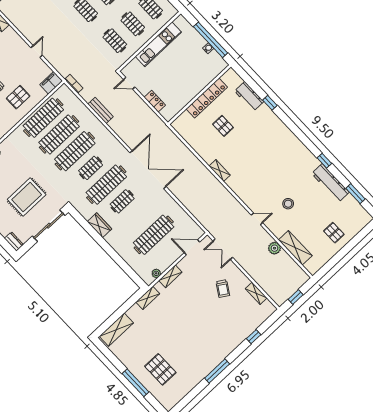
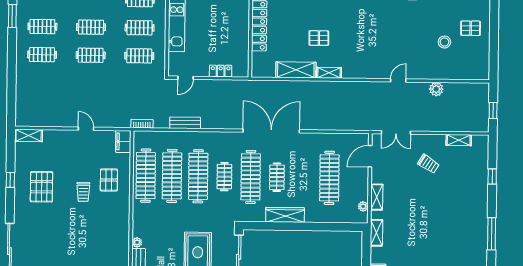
pallet: (223, 126) -> (319, 38), moved
stool: (288, 204) -> (444, 42), moved
wardrobe: (100, 225) -> (285, 215), width x1.50
shelving: (295, 248) -> (296, 70), moved

